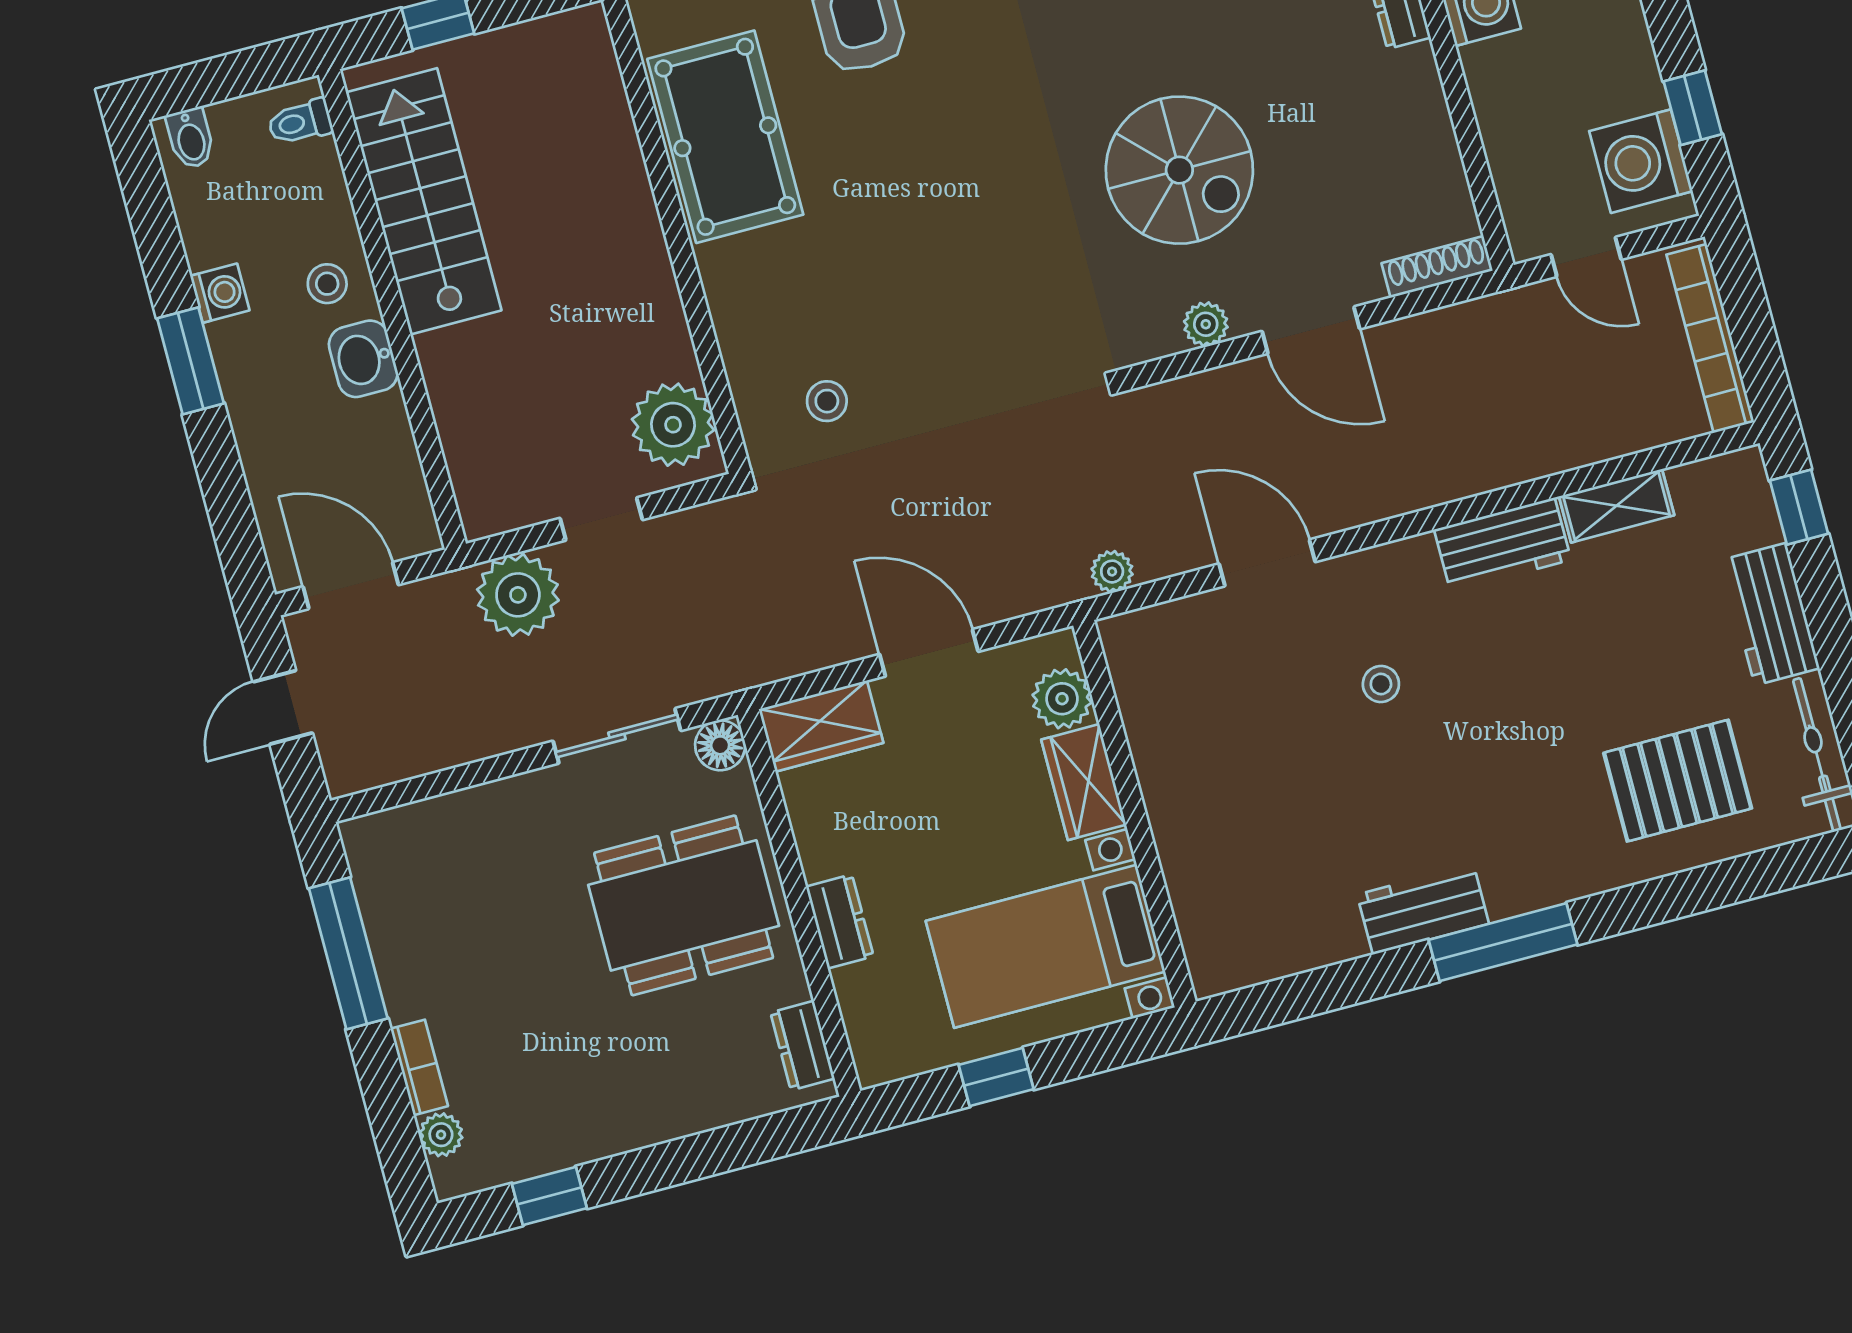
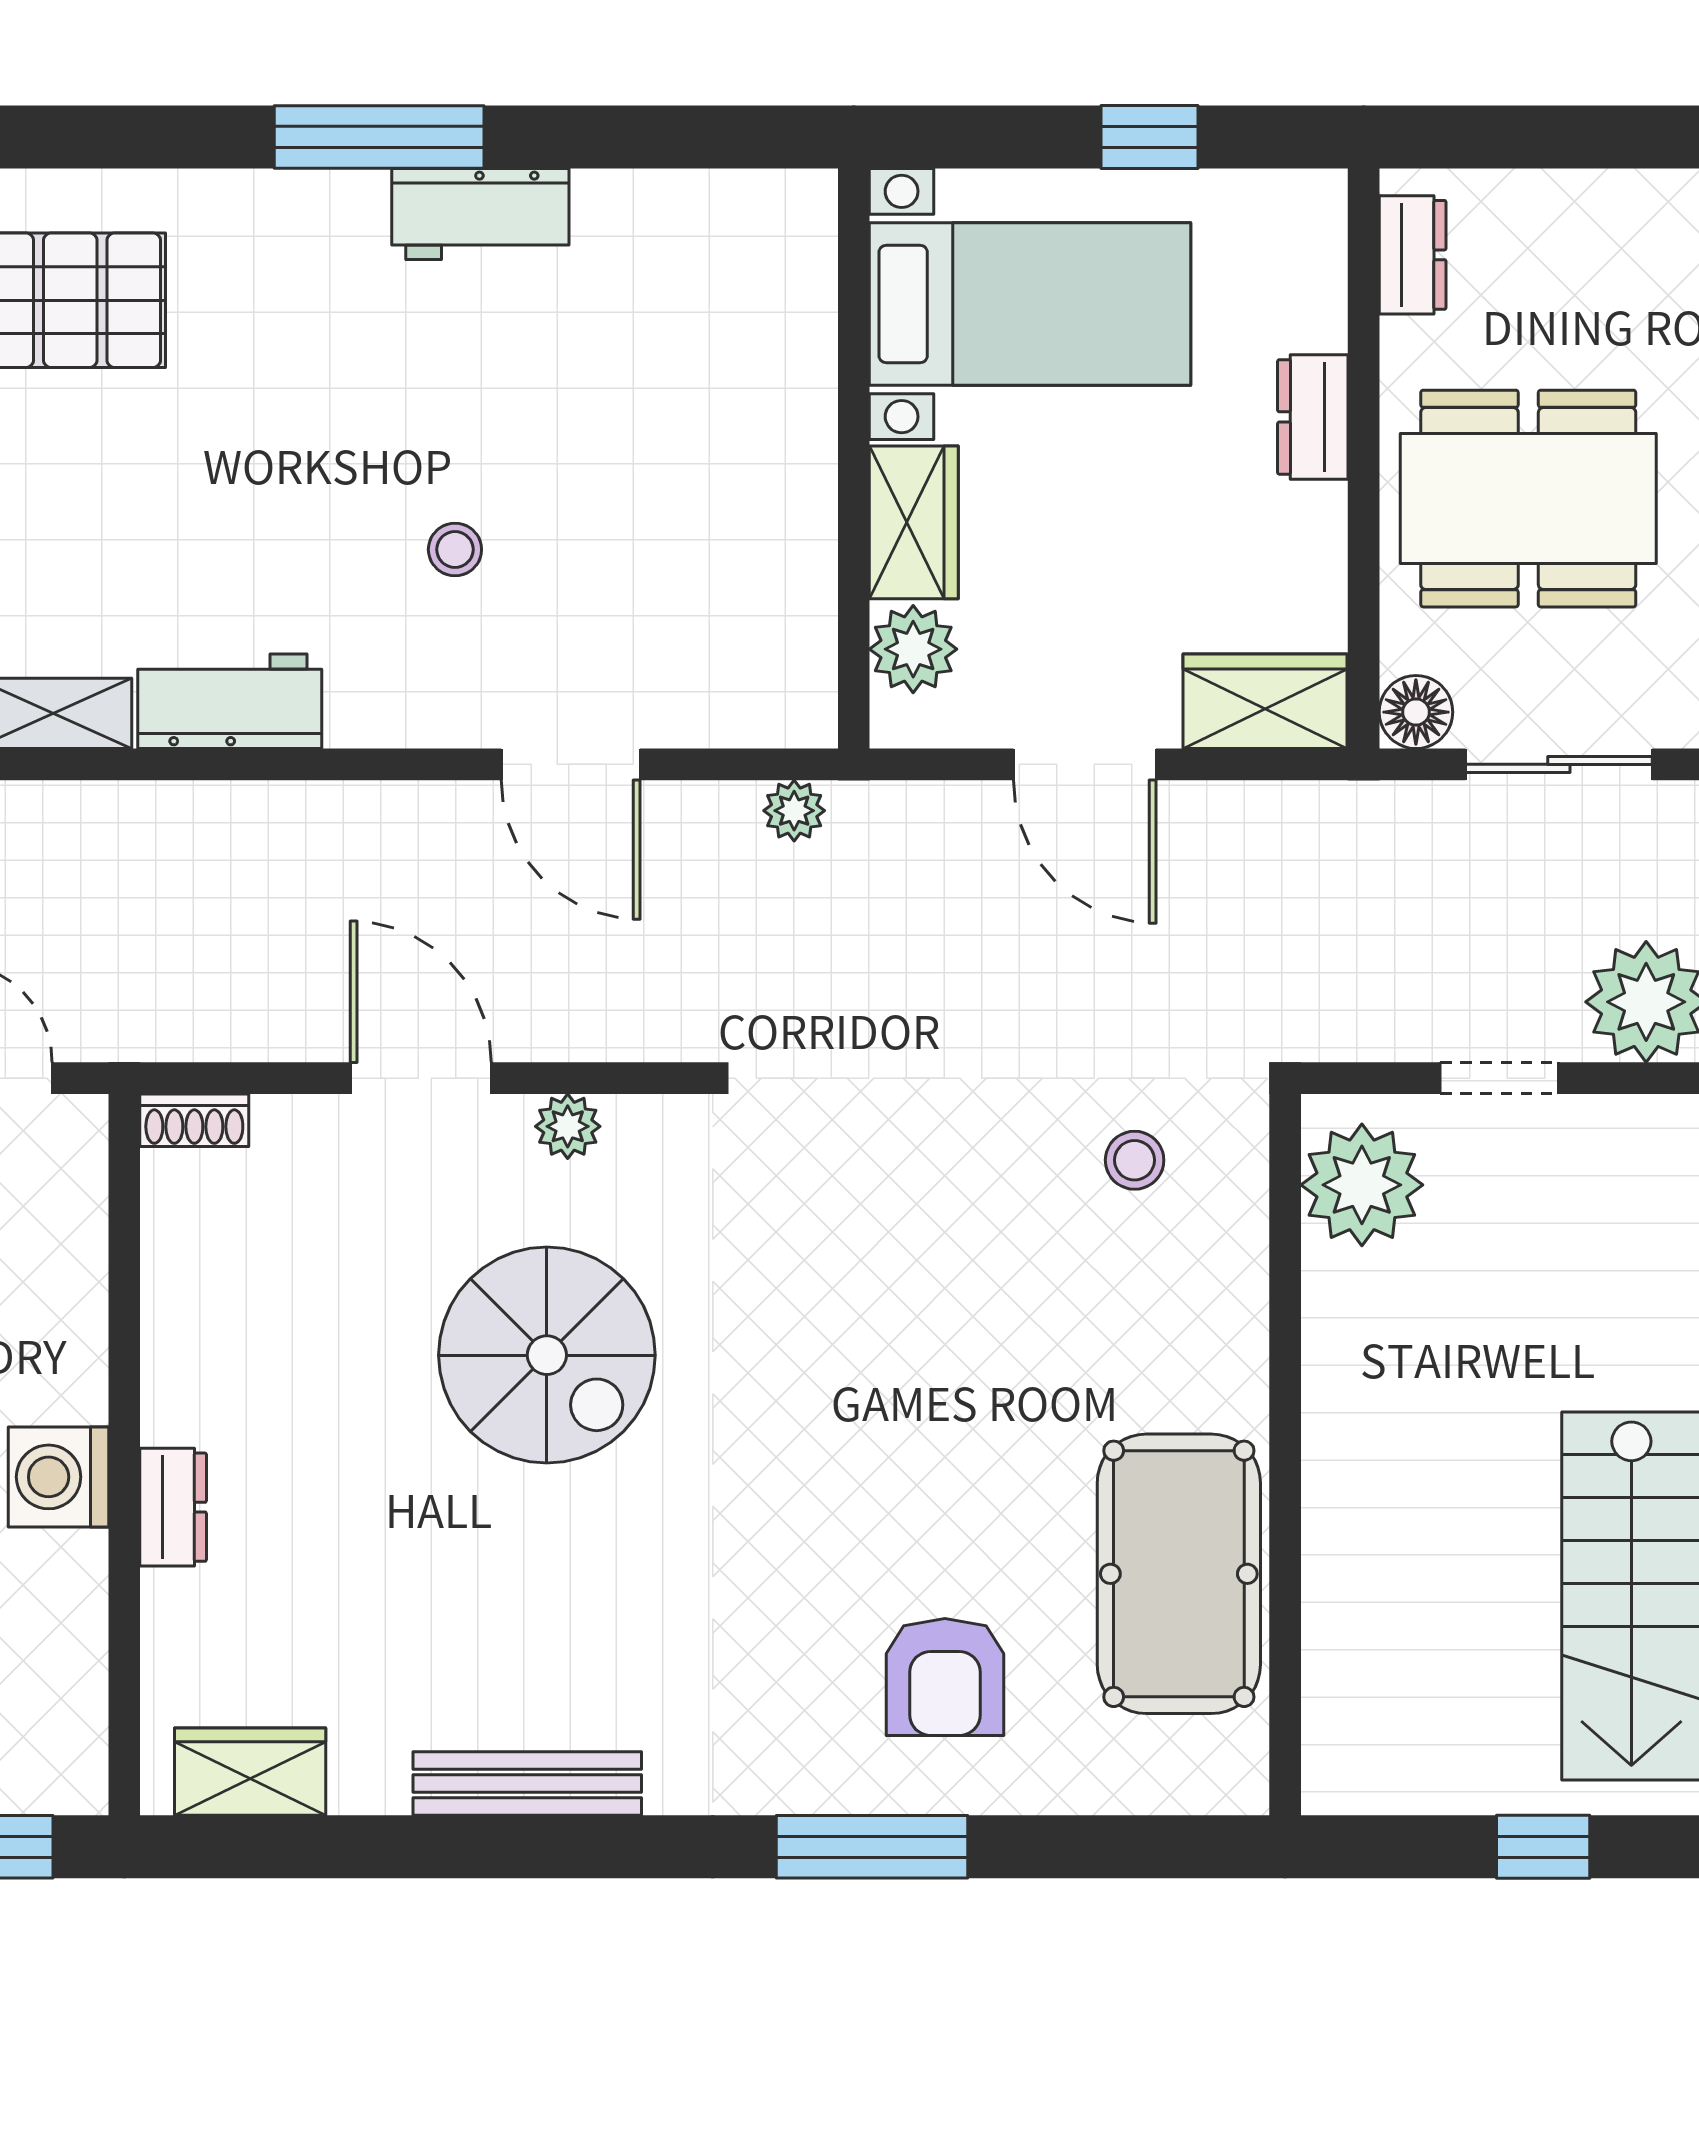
spiral stairs: (1179, 170) -> (547, 1355), turned 180
shoe rack: (1437, 267) -> (194, 1120), width x0.70

